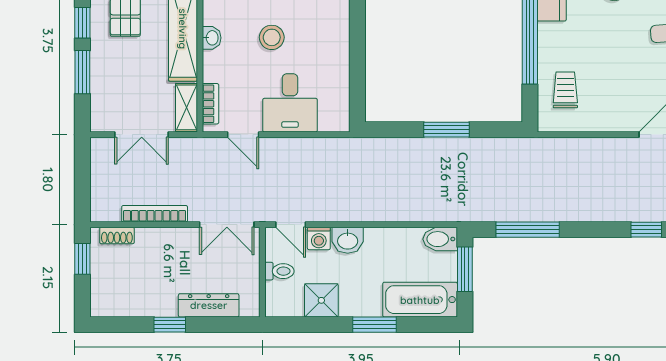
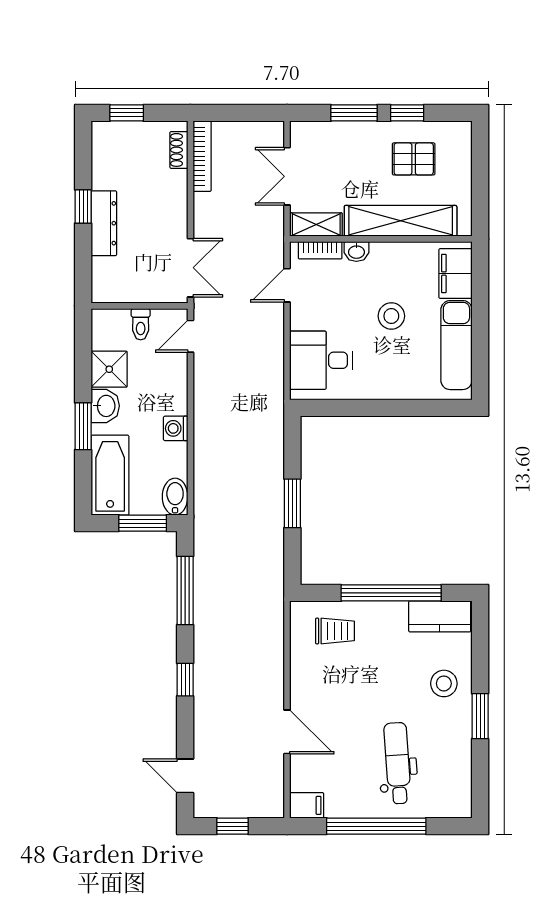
washbasin: (212, 38) -> (356, 252), moved
desk: (290, 103) -> (321, 360), moved
bookcase: (155, 214) -> (202, 156), moved
double door: (227, 225) -> (190, 268), swing flipped
window: (646, 230) -> (185, 680), moved
washing machine: (319, 238) -> (176, 428), moved
washbasin: (348, 240) -> (105, 406), moved, turned 180
window: (82, 259) -> (127, 113), moved
dresser: (209, 305) -> (104, 223), moved

